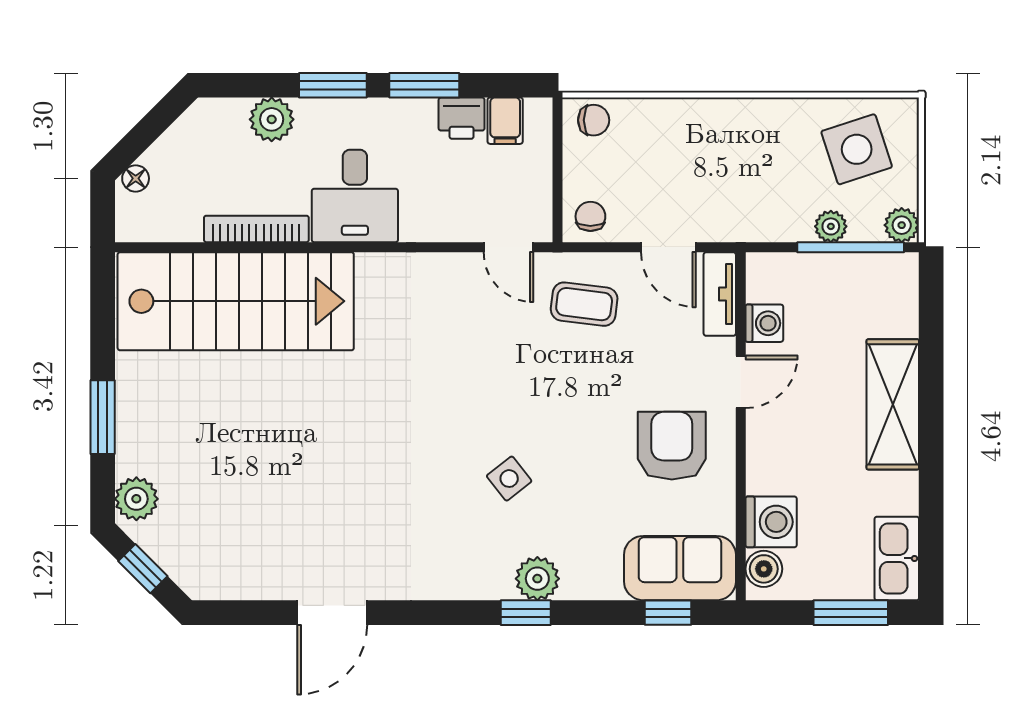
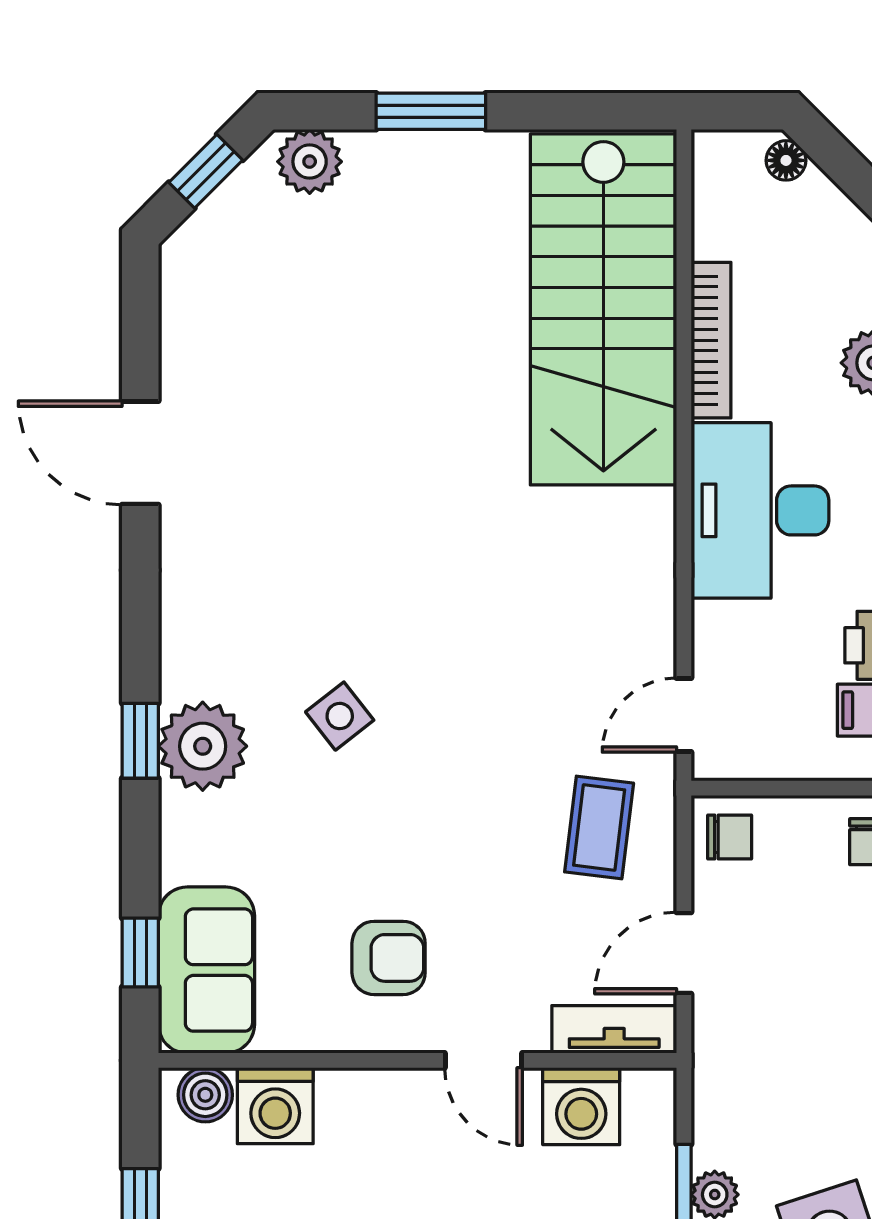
desk: (355, 196) -> (760, 510), width x1.37
washing machine: (764, 323) -> (581, 1106), width x1.38, depth x1.38
armchair: (672, 446) -> (389, 958), width x0.72, depth x0.72
plant: (537, 579) -> (203, 746), width x1.36, depth x1.36

